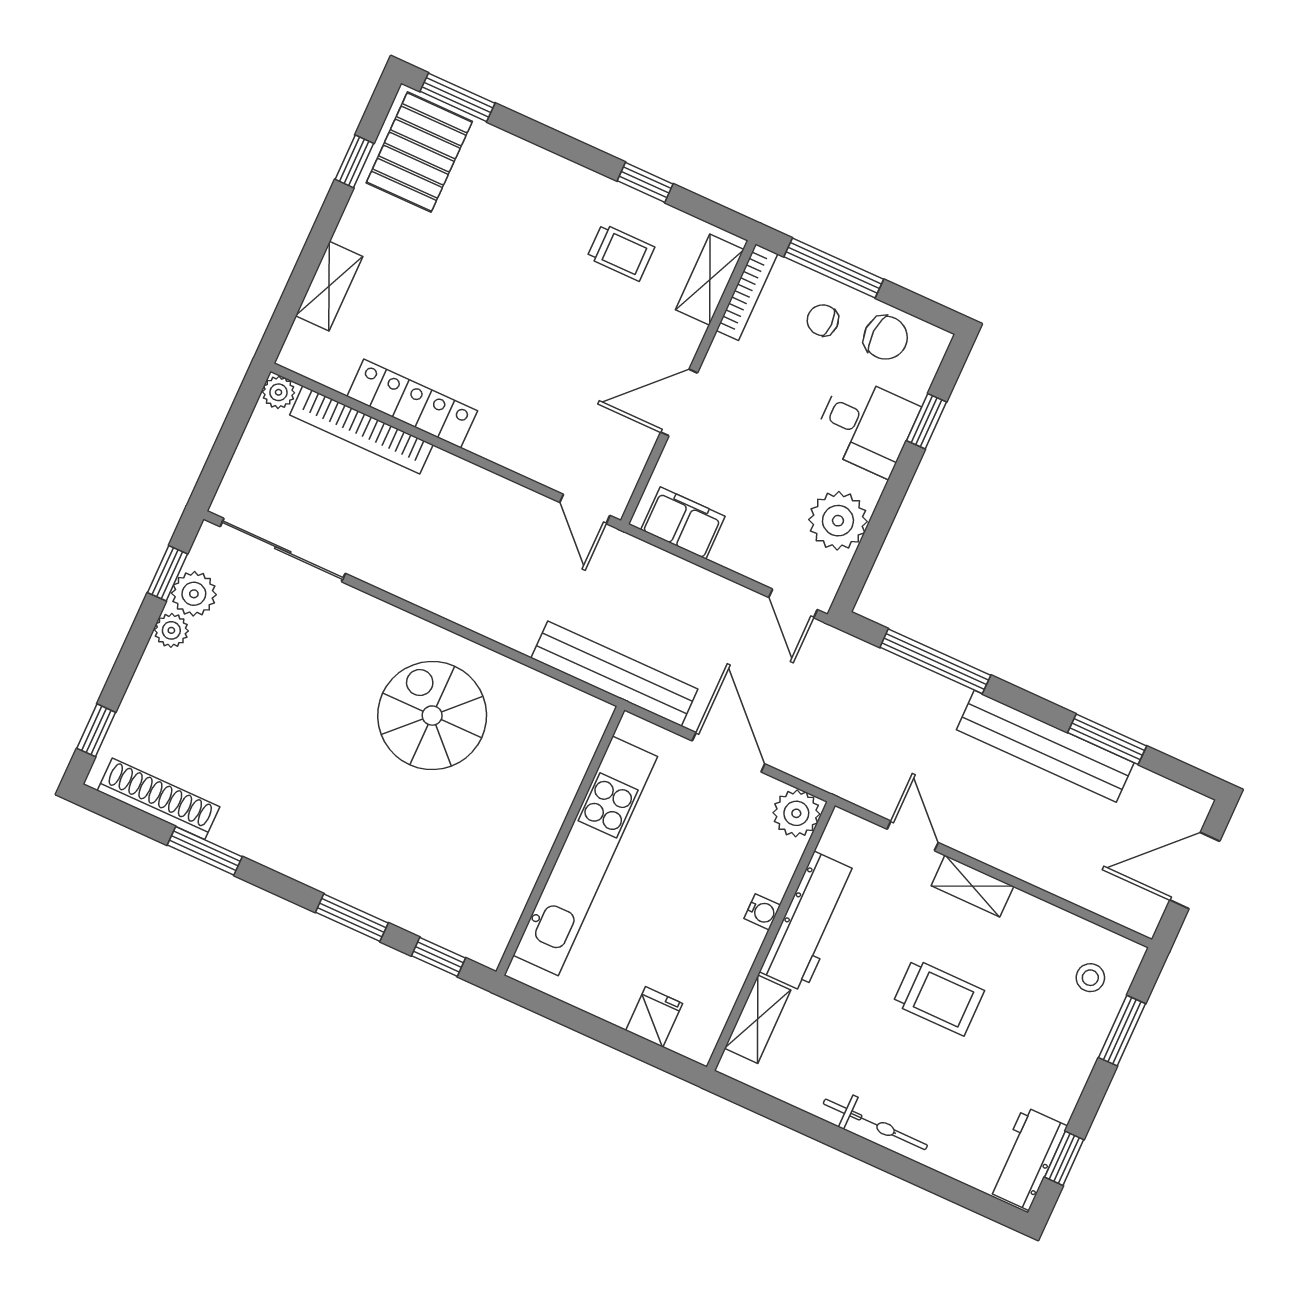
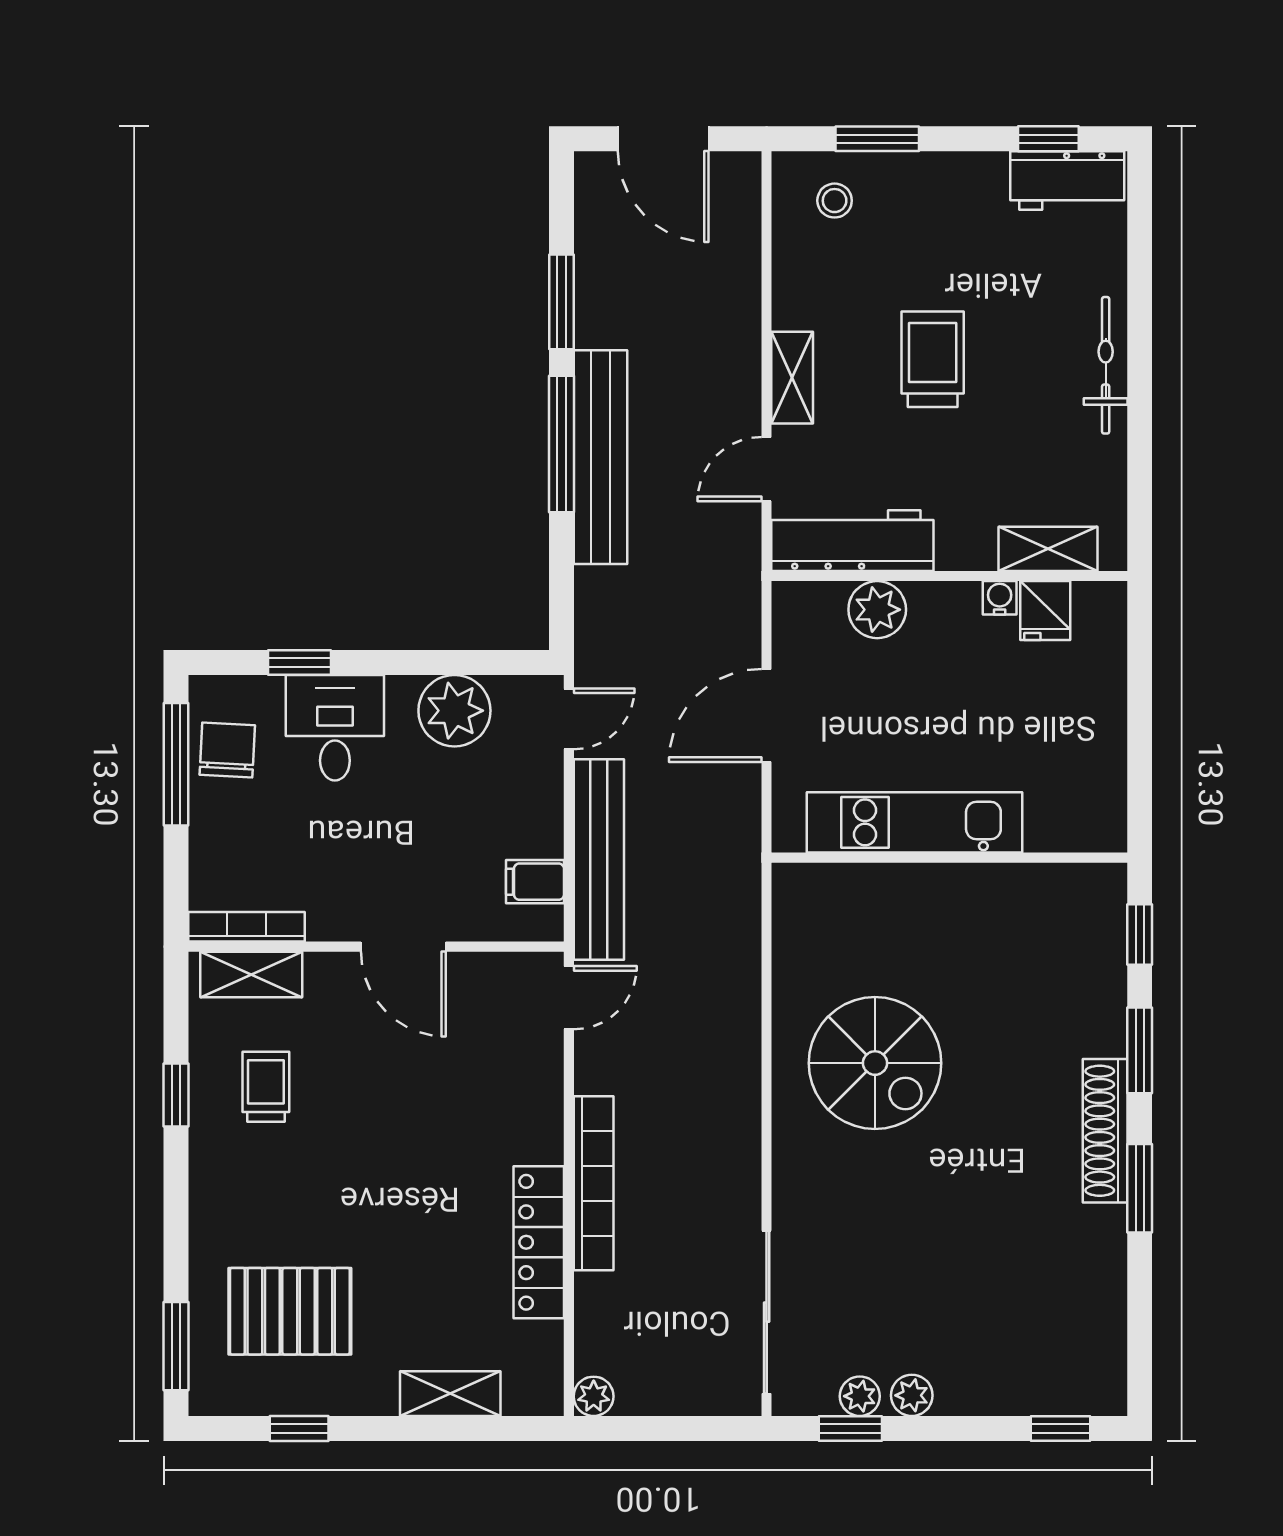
pallet: (419, 152) -> (290, 1311), moved
window: (834, 268) -> (176, 764), moved
chair: (823, 320) -> (240, 828), removed
bookcase: (361, 430) -> (594, 1183), moved
filing cabinet: (683, 523) -> (535, 882), width x0.50
plant: (194, 594) -> (860, 1396), width x0.73, depth x0.73
window: (935, 661) -> (561, 444), moved
bench: (614, 674) -> (599, 860), moved
spiral stairs: (432, 716) -> (875, 1063), turned -90
bench: (1045, 746) -> (600, 457), moved
shoe rack: (158, 799) -> (1105, 1131), moved
plant: (796, 813) -> (877, 610), moved
window: (205, 851) -> (1140, 1188), moved
kitchen unit: (585, 856) -> (915, 822), width x0.73
water cooler: (762, 912) -> (1000, 598), moved
workbench: (809, 922) -> (852, 541), moved
fridge: (654, 1017) -> (1045, 610), moved, turned -90

